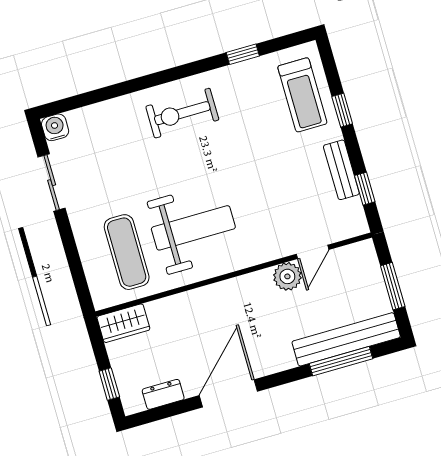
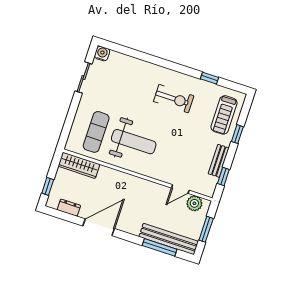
exercise bike: (182, 113) -> (174, 99), moved, turned 180
plant: (287, 276) -> (194, 203), moved
wardrobe: (123, 323) -> (79, 165), width x1.50

